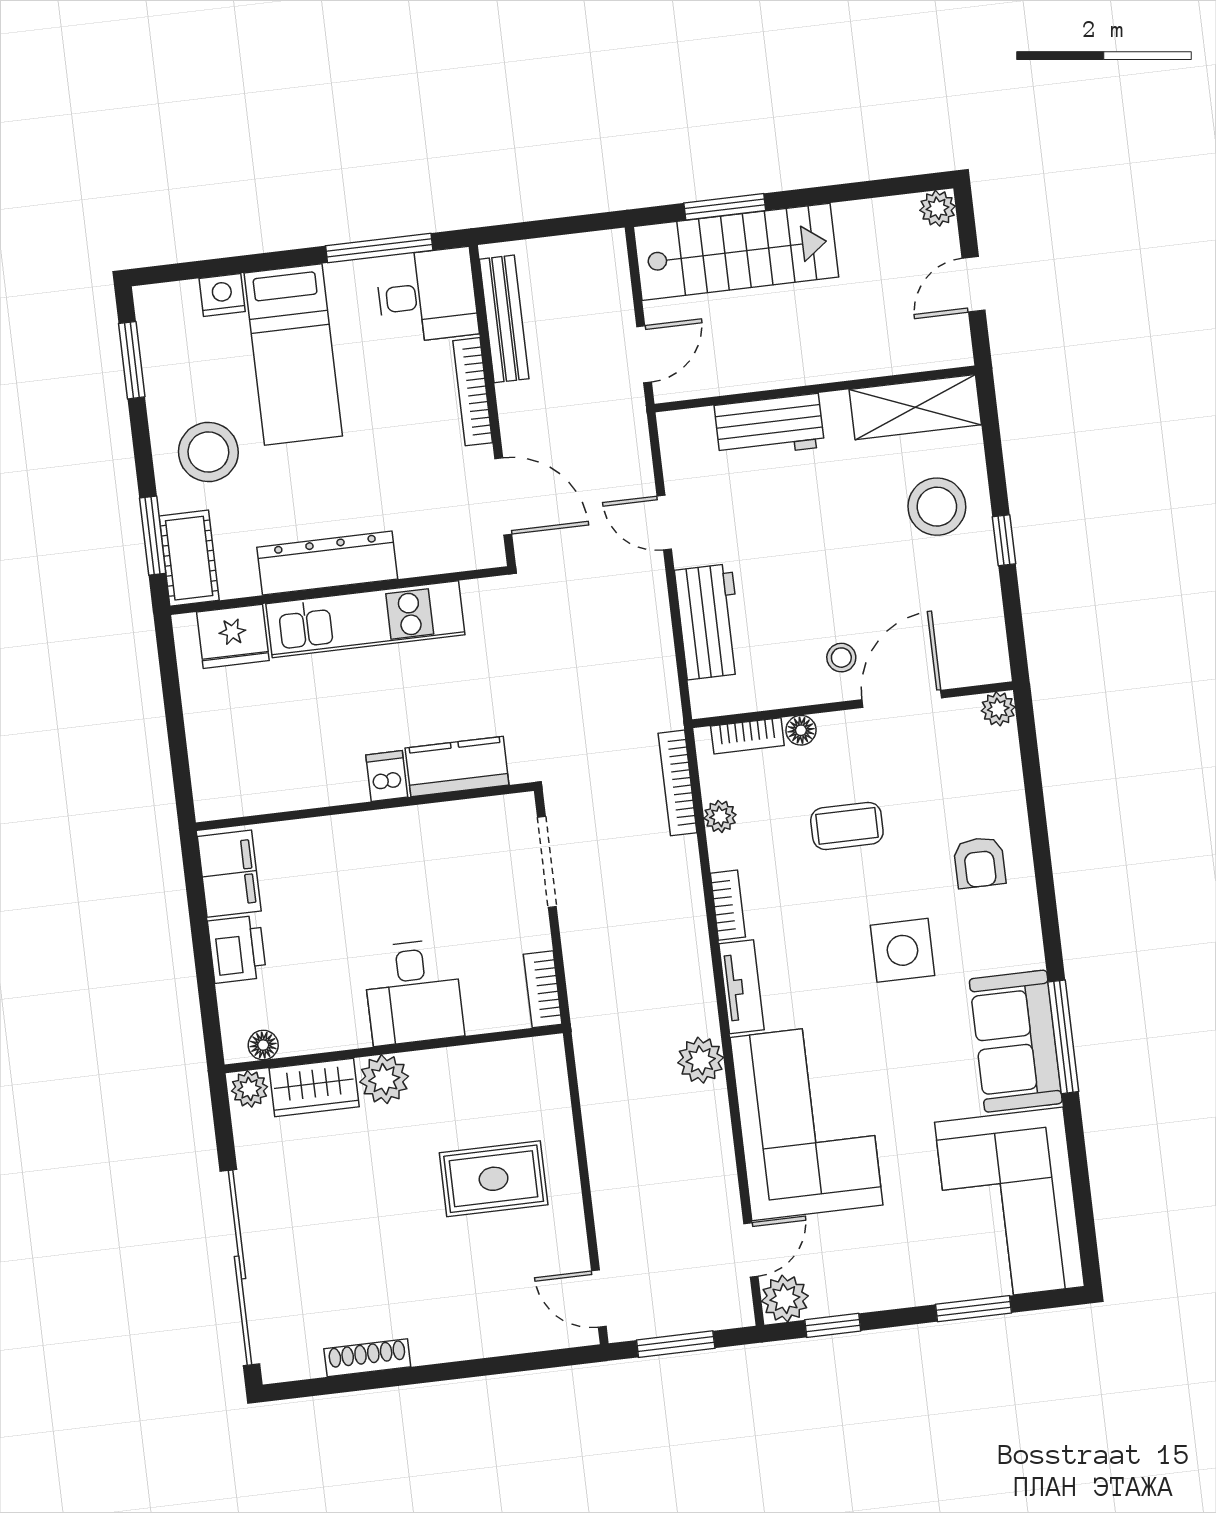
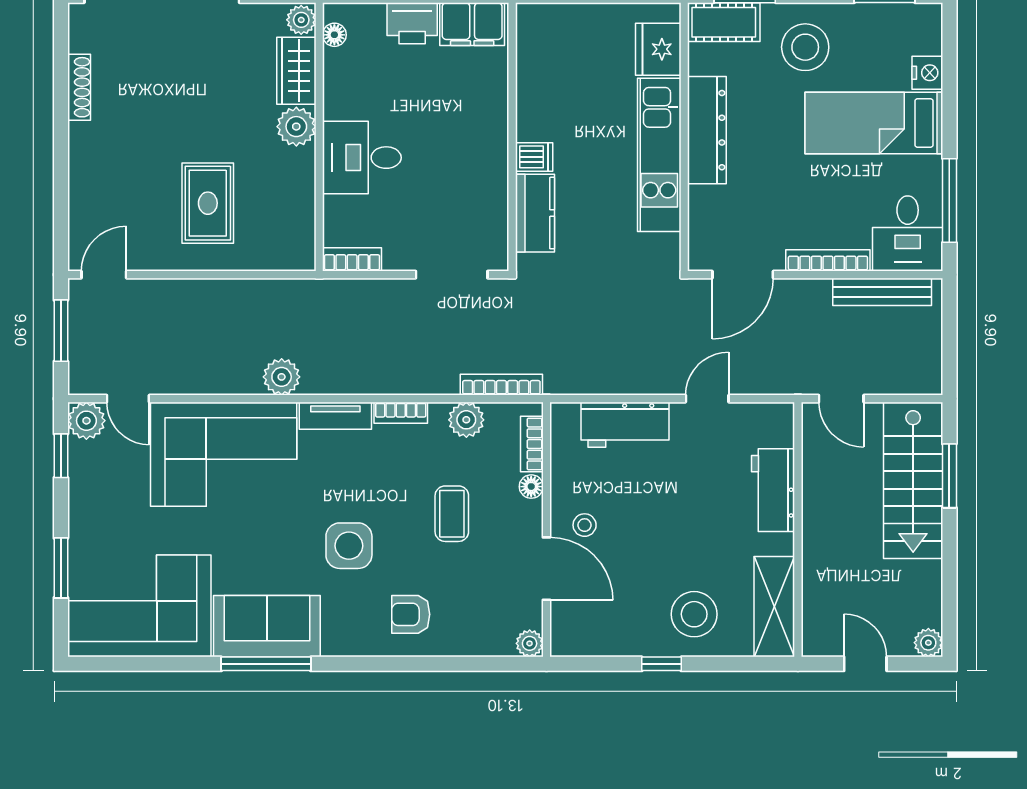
plant: (720, 816) -> (466, 420), width x1.38, depth x1.38

